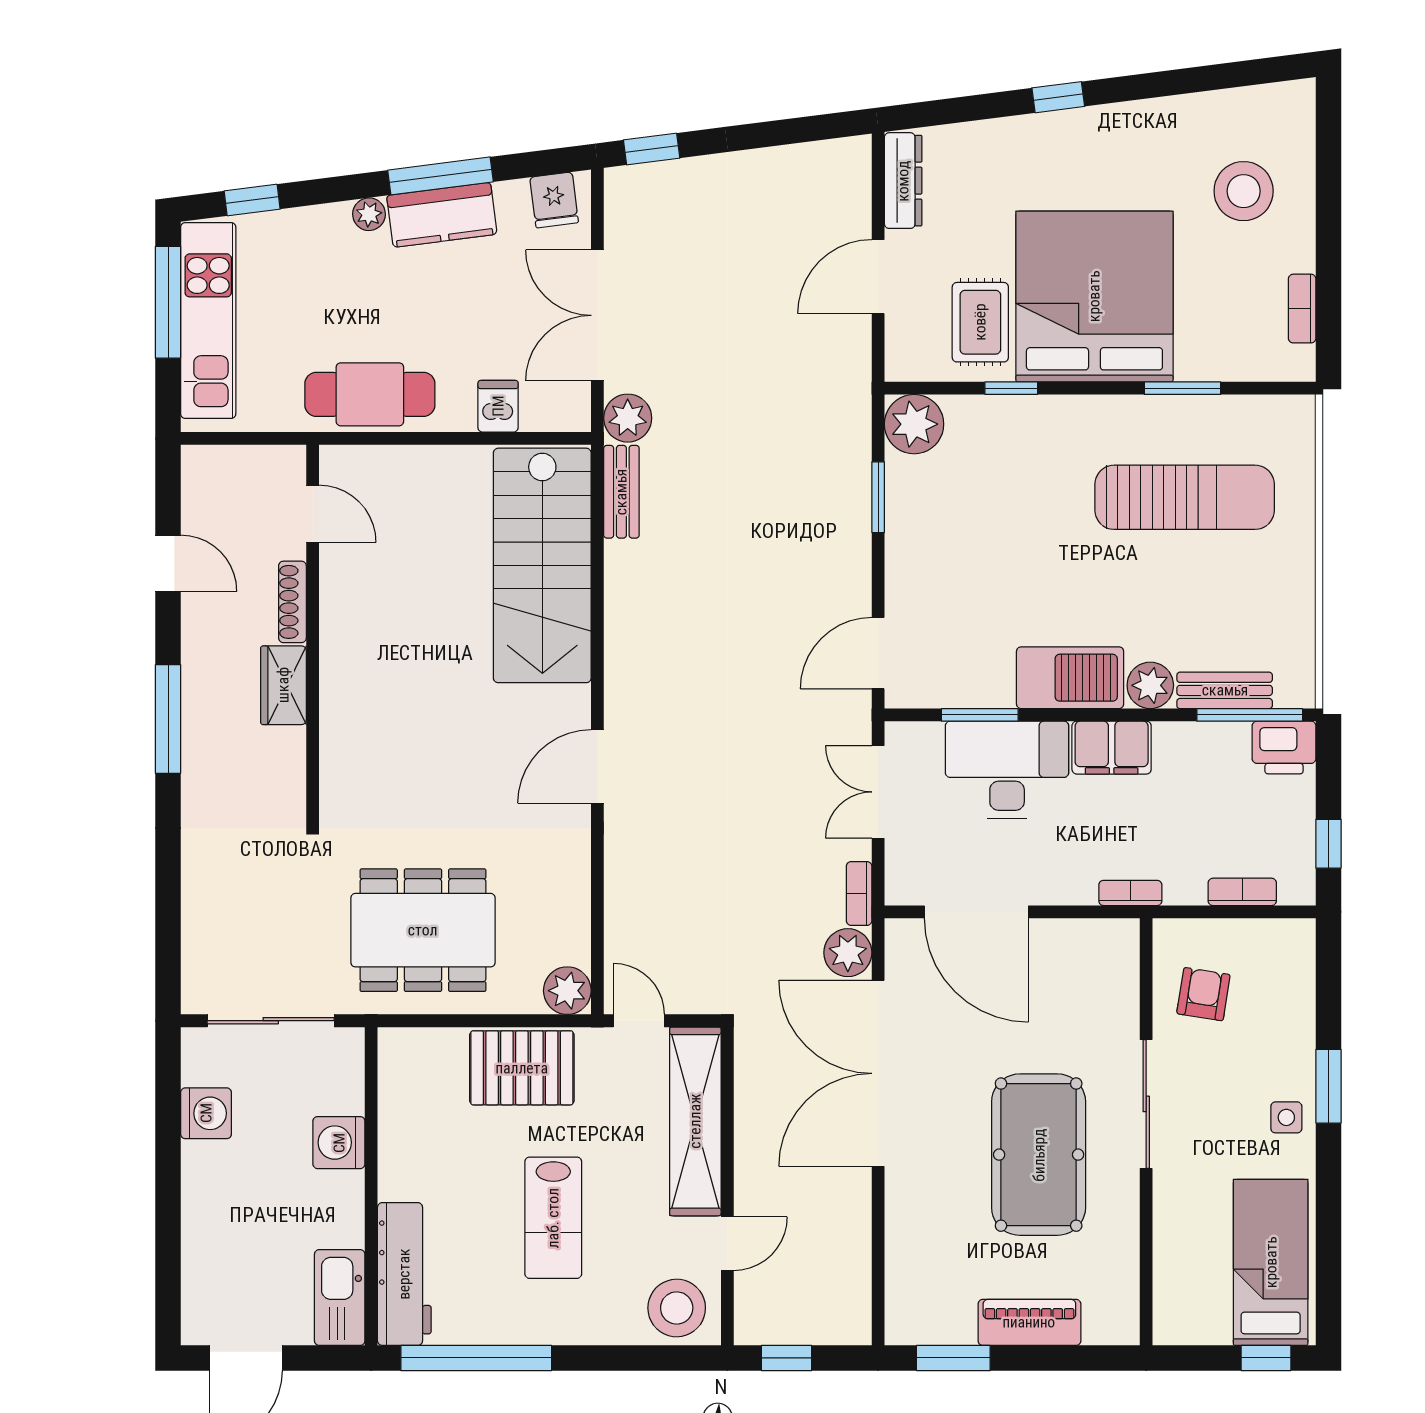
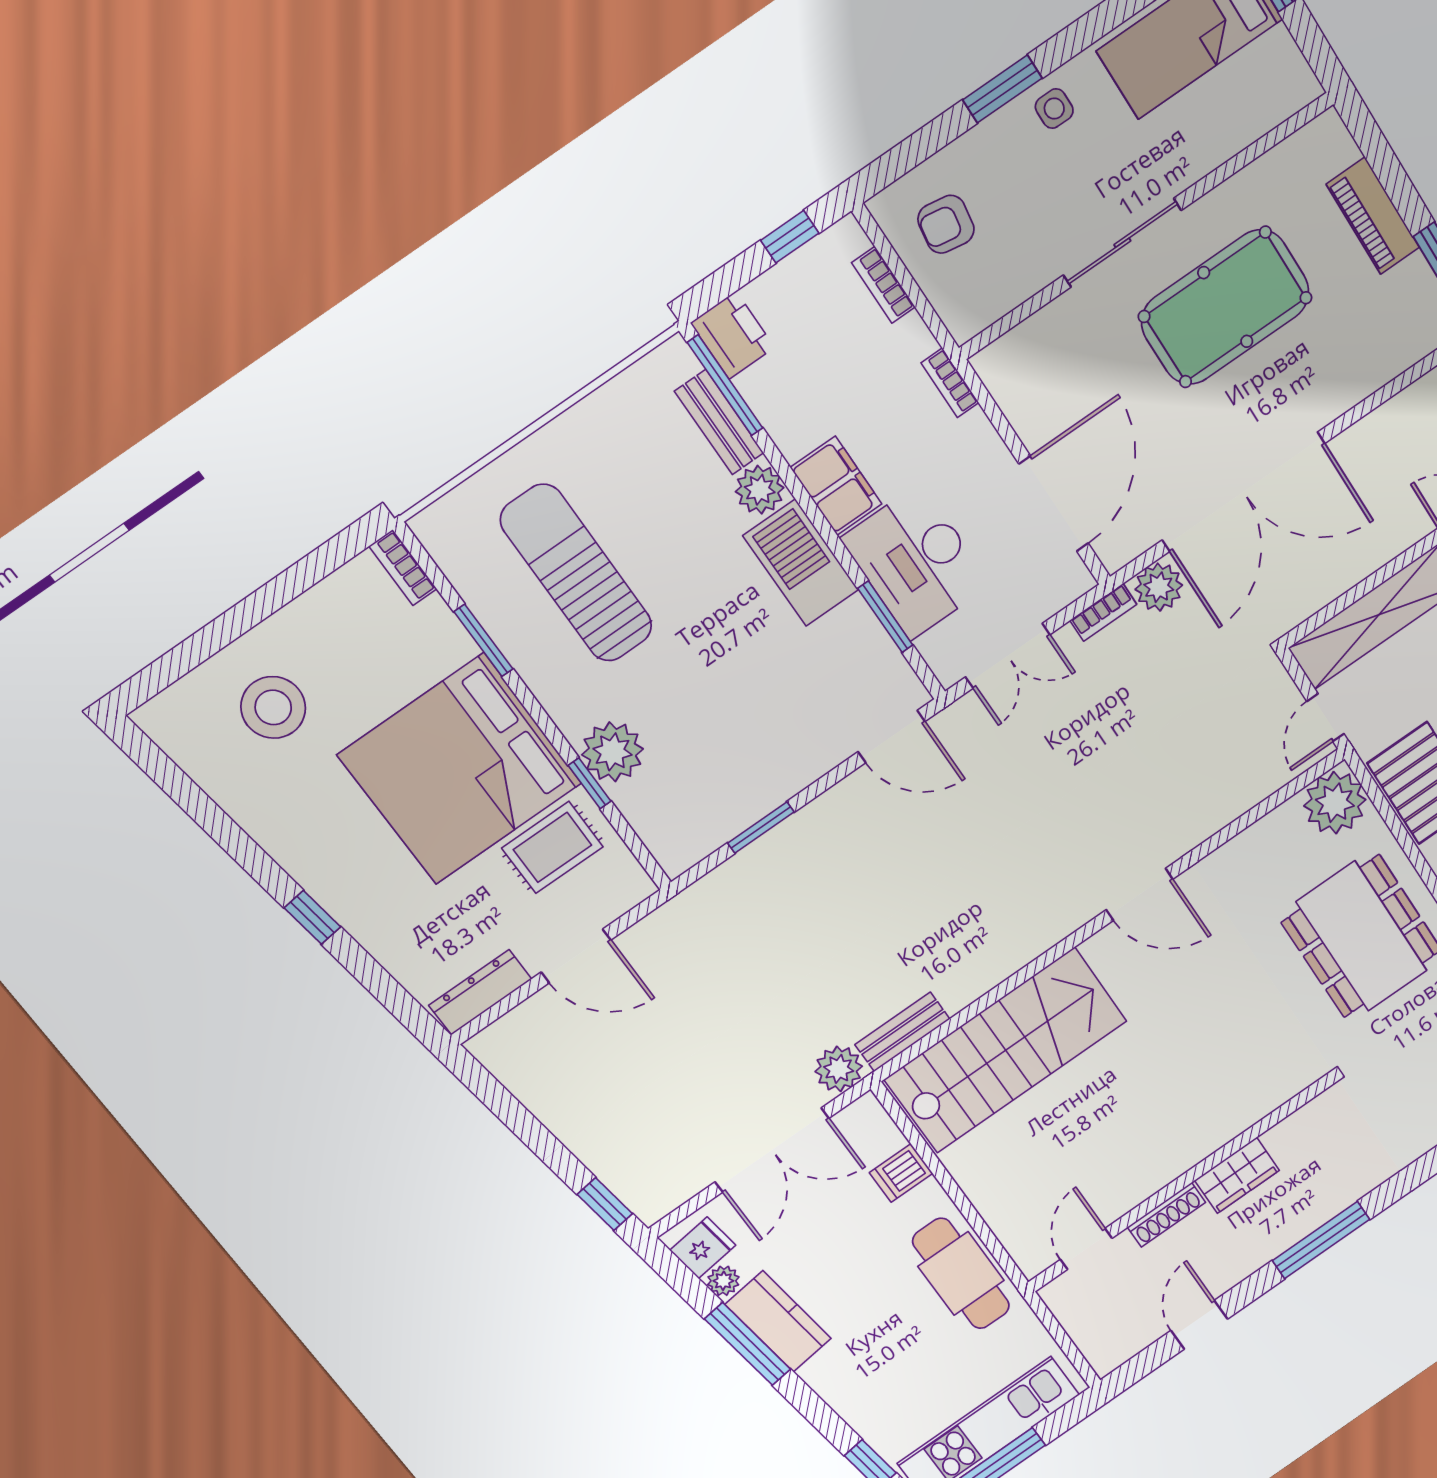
plant: (369, 214) -> (723, 1281), moved
bookcase: (1302, 309) -> (403, 568), moved, turned 90
plant: (914, 424) -> (612, 752), moved
plant: (567, 991) -> (1335, 803), width x1.36, depth x1.36
armchair: (1203, 994) -> (946, 224), moved

